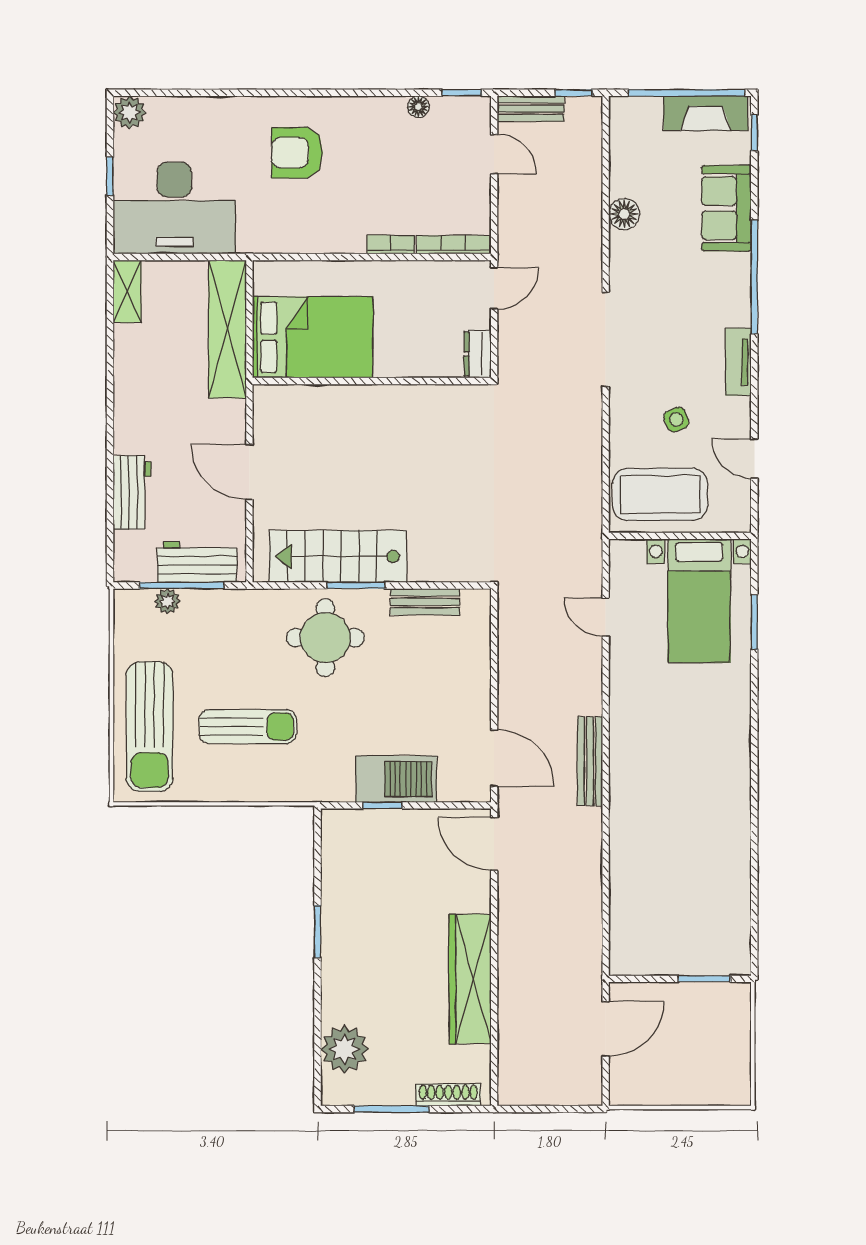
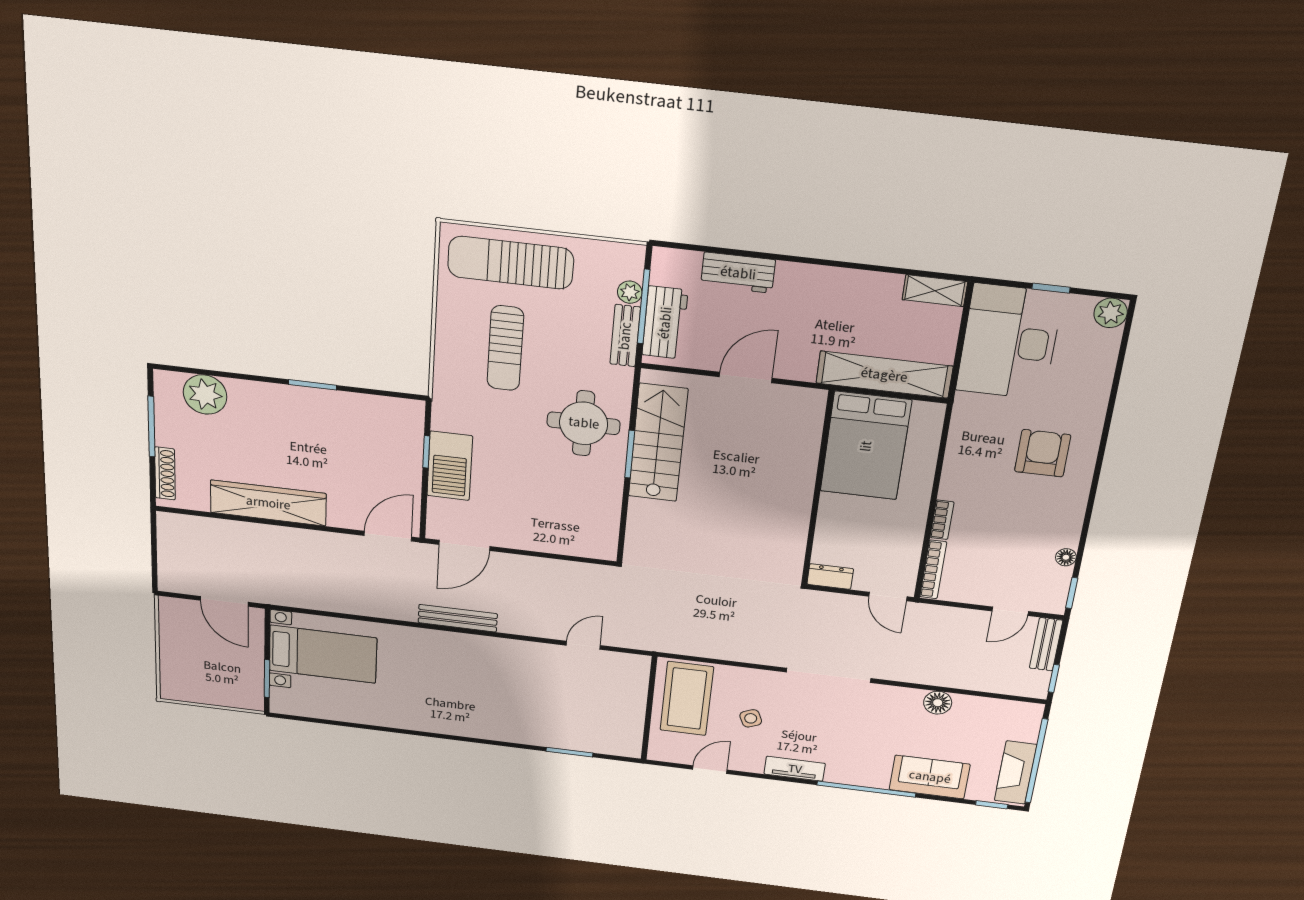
bed with nightstands: (699, 601) -> (323, 654), moved, turned 180
bench: (425, 602) -> (625, 336), moved

